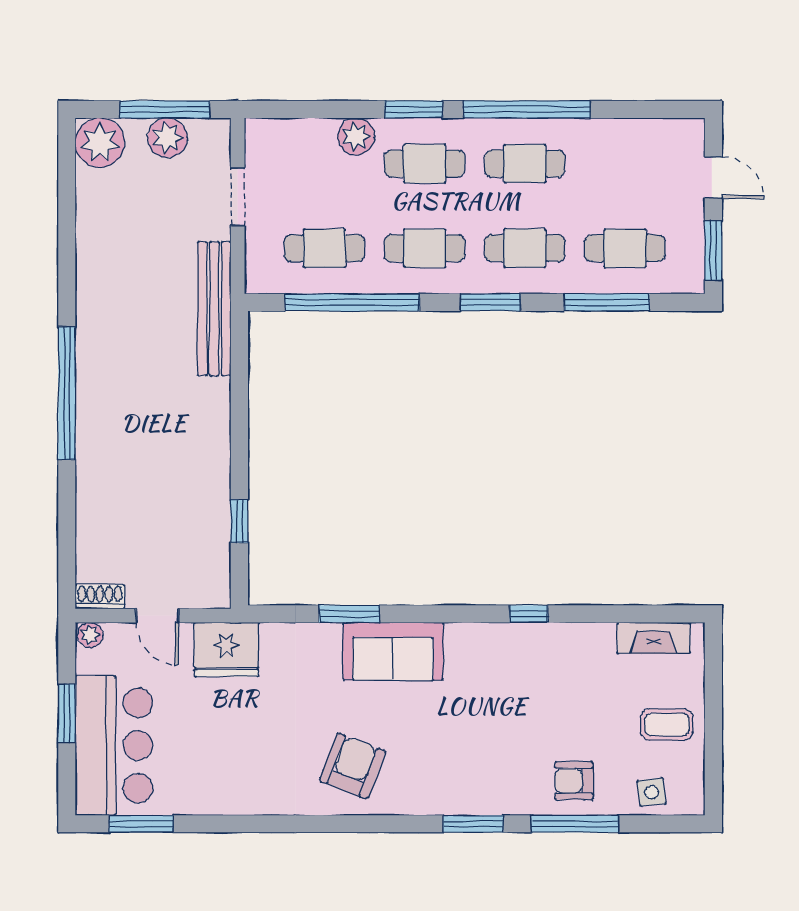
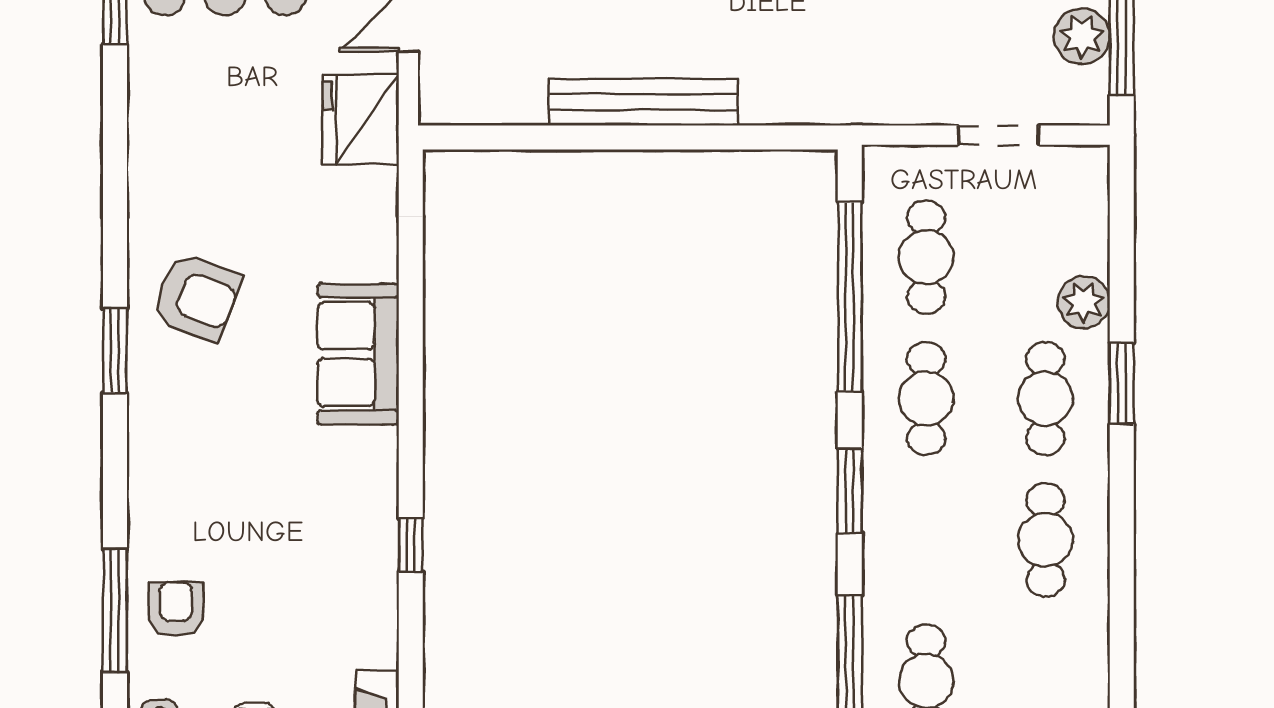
window: (527, 109) -> (1122, 543), removed
cafe table: (525, 248) -> (926, 540), removed
bench: (214, 309) -> (643, 102), moved
window: (239, 521) -> (542, 138), removed
window: (349, 614) -> (411, 292), removed
window: (473, 824) -> (115, 351), moved

